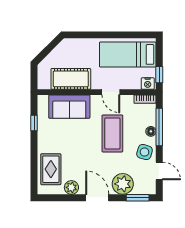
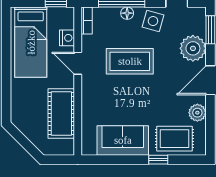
nightstand: (148, 84) -> (67, 38), moved
door: (111, 92) -> (78, 63), swing flipped
sofa: (69, 107) -> (123, 140), moved, turned -90
window: (34, 123) -> (158, 160), moved

